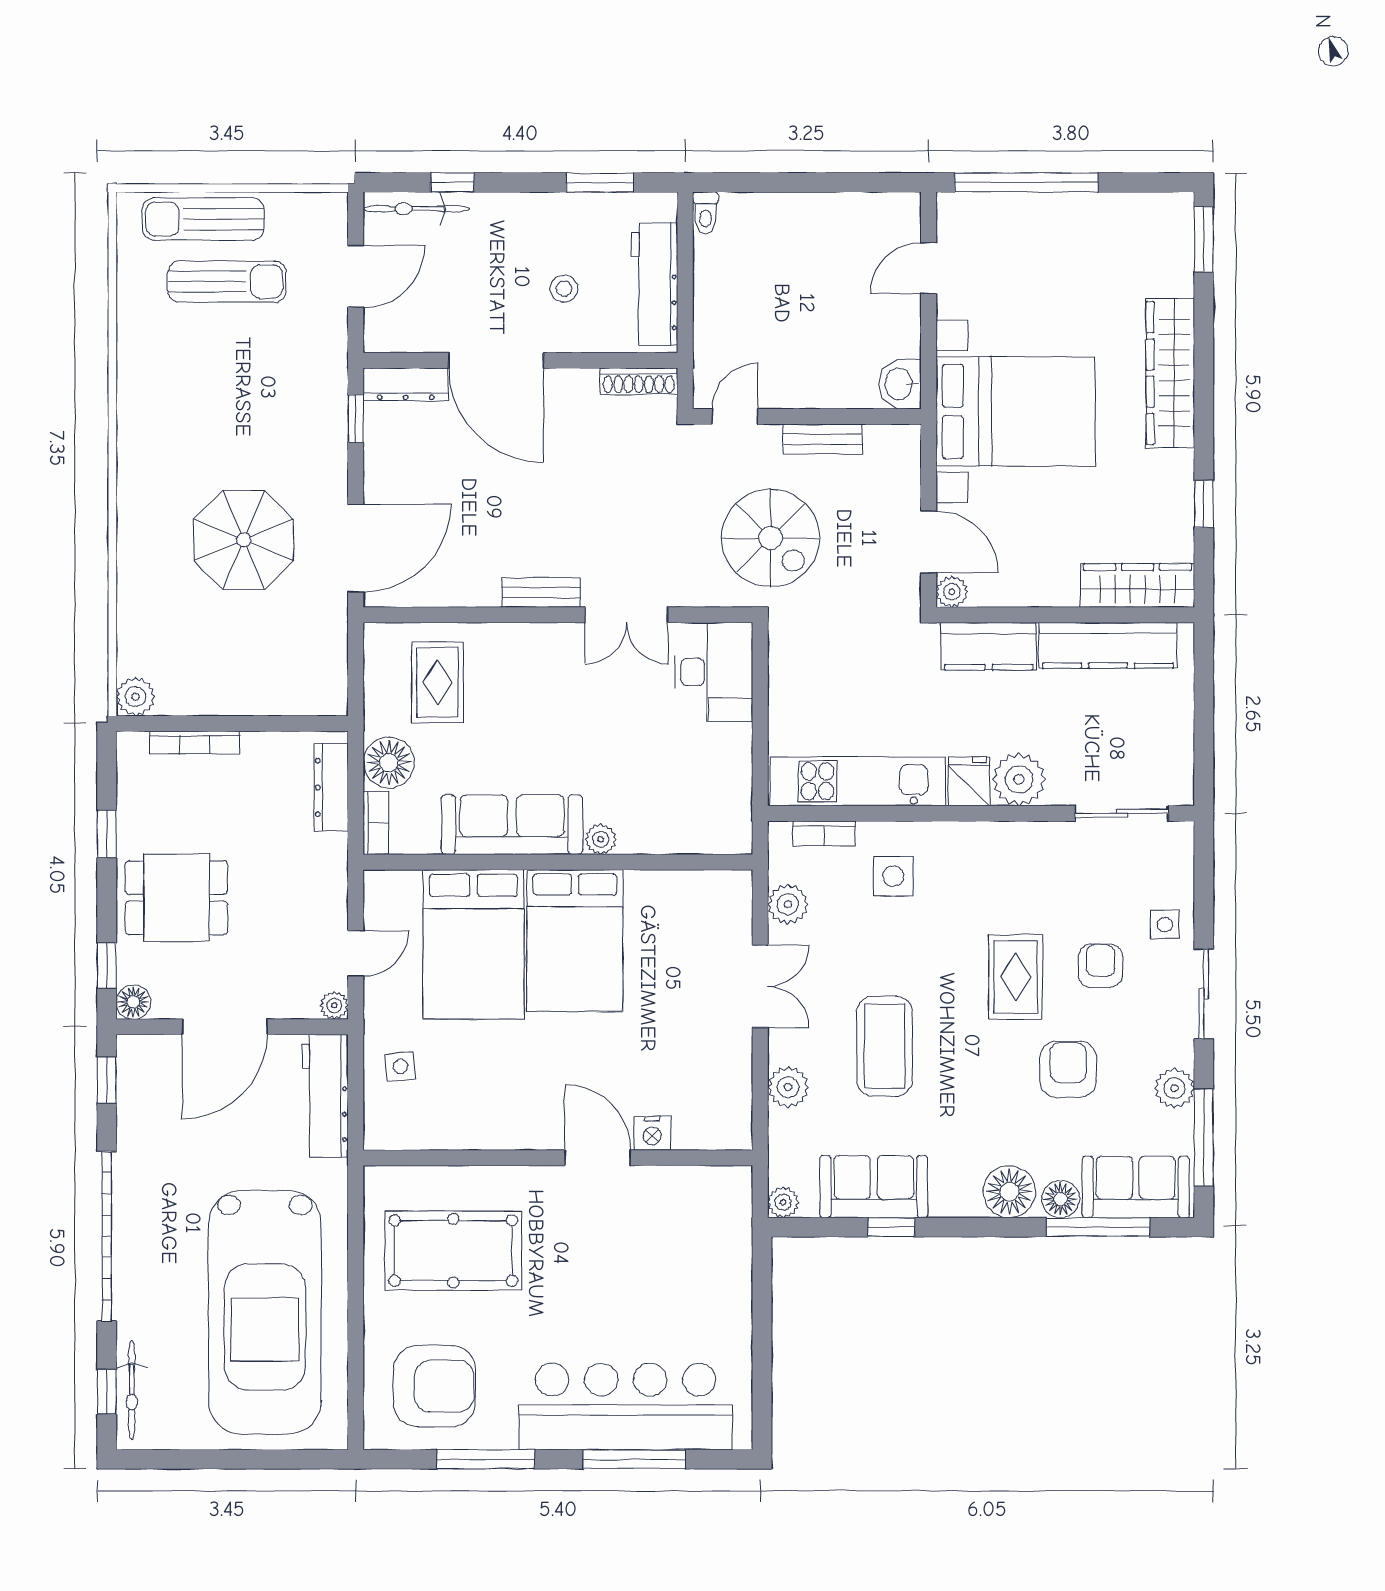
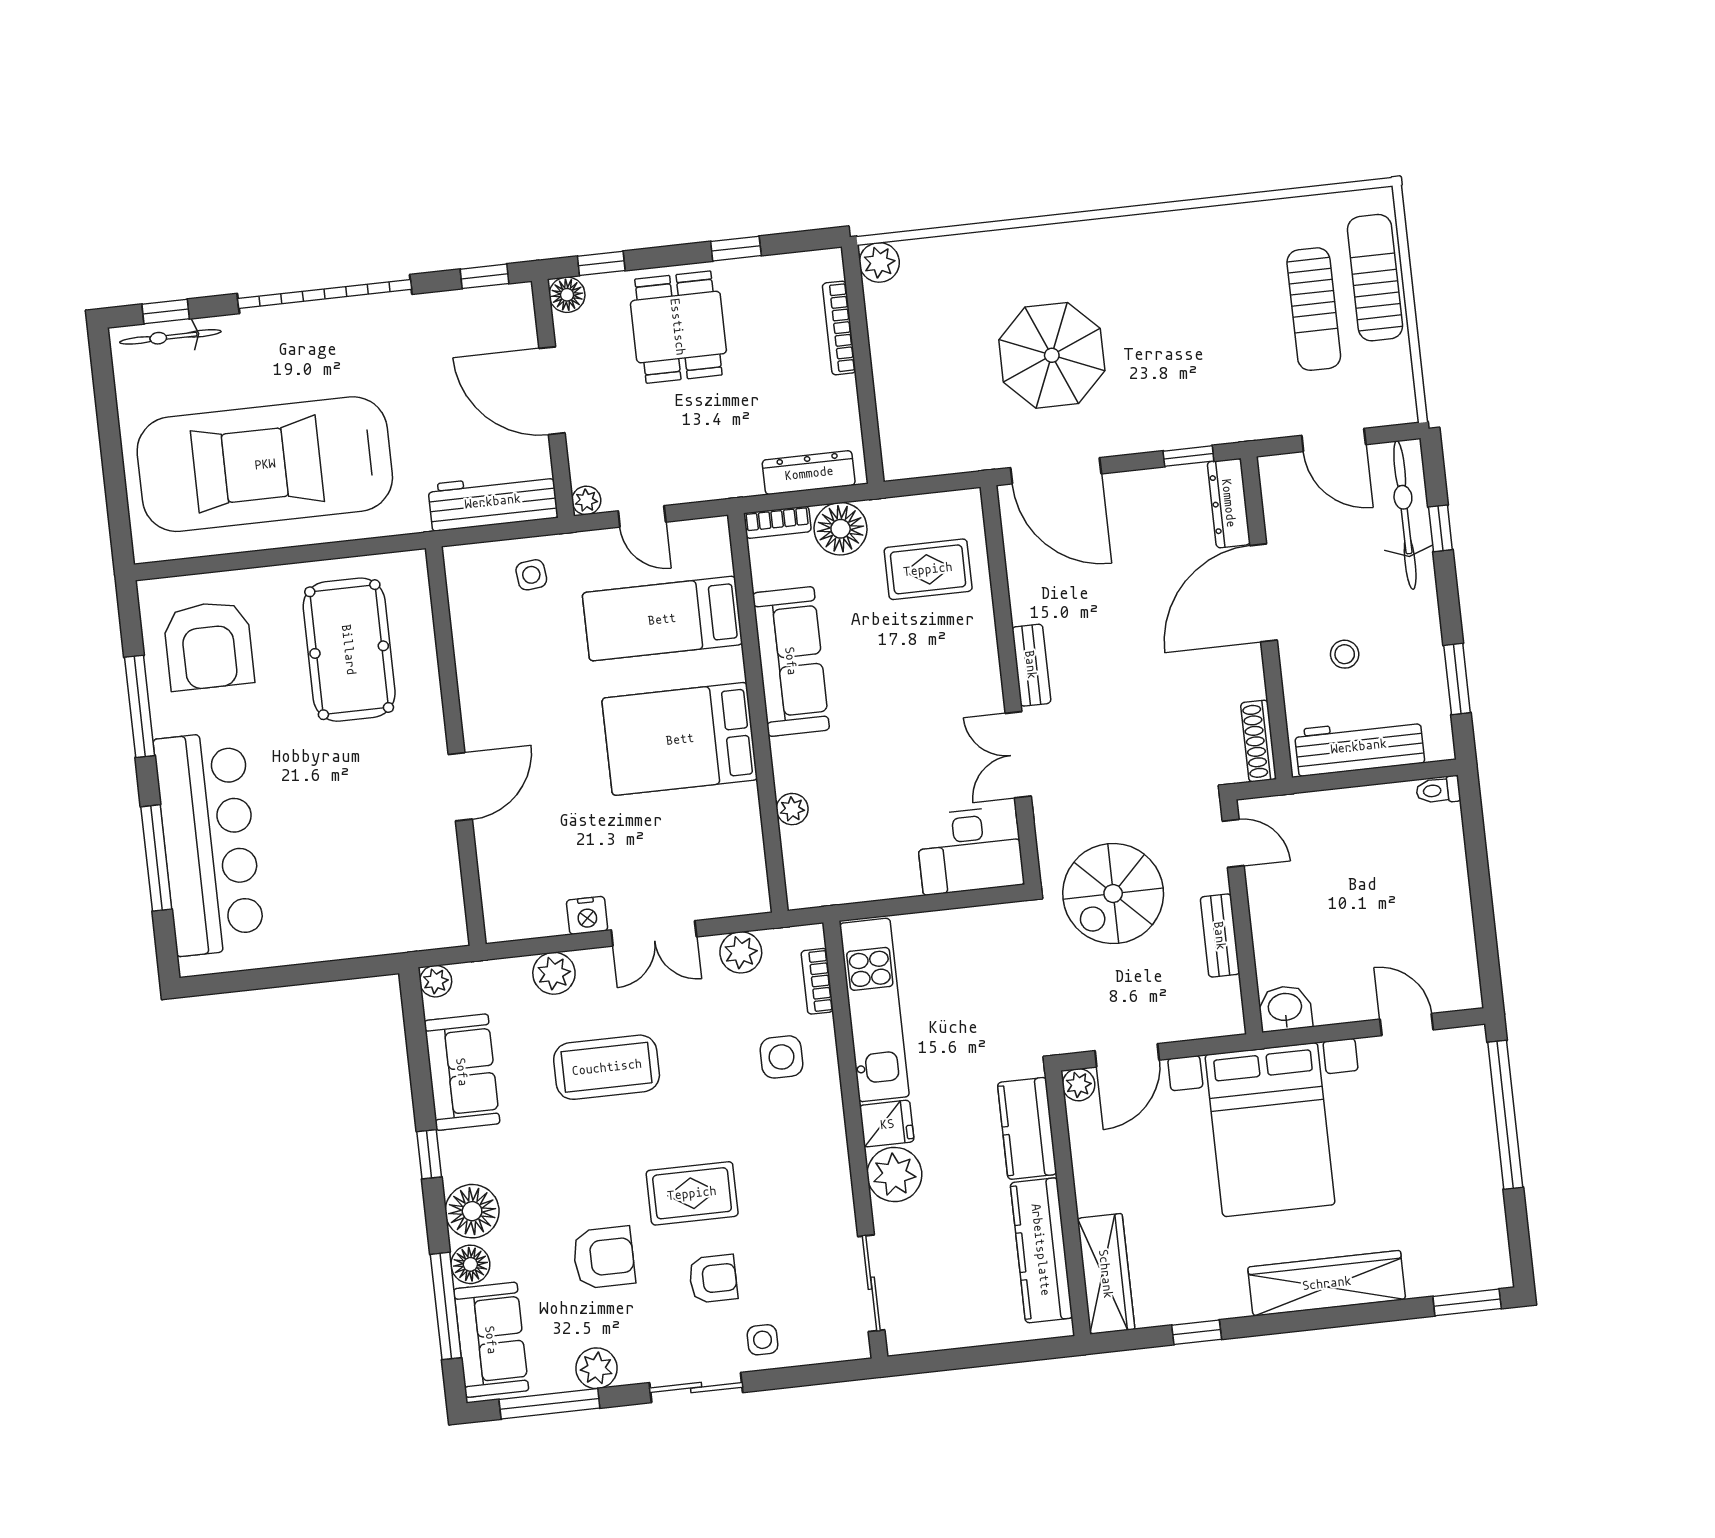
bicycle: (416, 209) -> (1405, 515), width x1.37, depth x1.40
plant: (601, 839) -> (792, 809), moved
bed: (474, 944) -> (662, 619), width x0.67
nightstand: (652, 1133) -> (587, 915), moved, turned -90
window: (891, 1227) -> (429, 1154), moved

